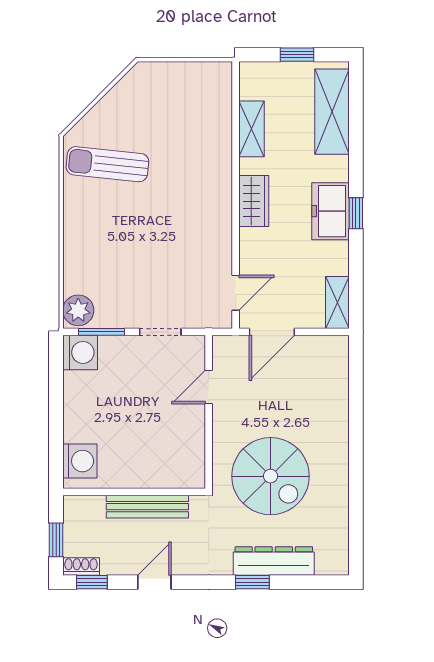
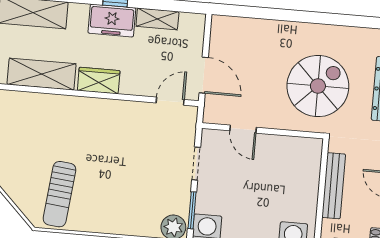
shelving: (252, 129) -> (42, 74), width x1.50, depth x1.33
door: (236, 293) -> (170, 101), hinge flipped
shelving: (337, 303) -> (157, 19), moved

